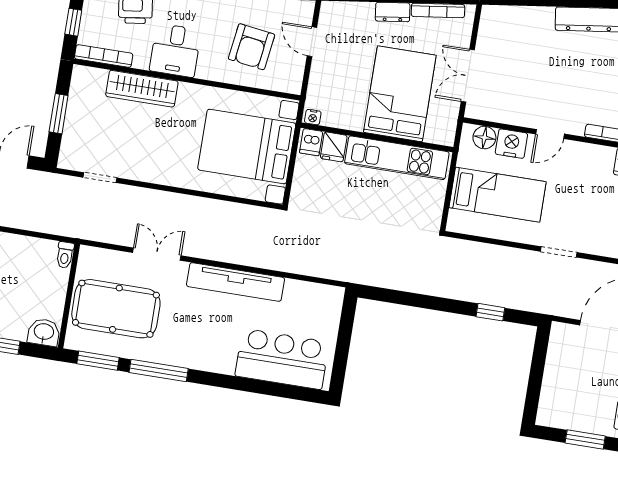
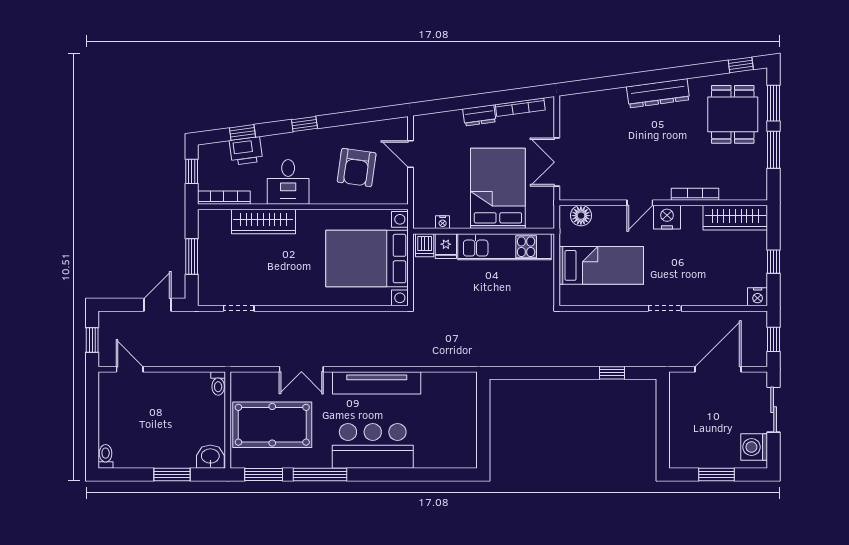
nightstand: (313, 117) -> (443, 222), moved
nightstand: (511, 144) -> (667, 217), moved
double door: (157, 254) -> (301, 369), swing flipped
bar counter: (282, 359) -> (373, 446), moved

